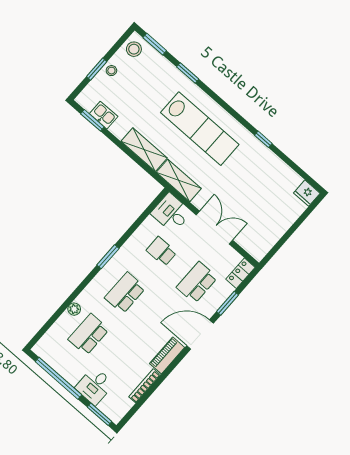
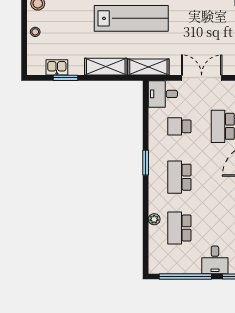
window: (97, 69) -> (24, 40), removed
window: (92, 120) -> (66, 78), moved

